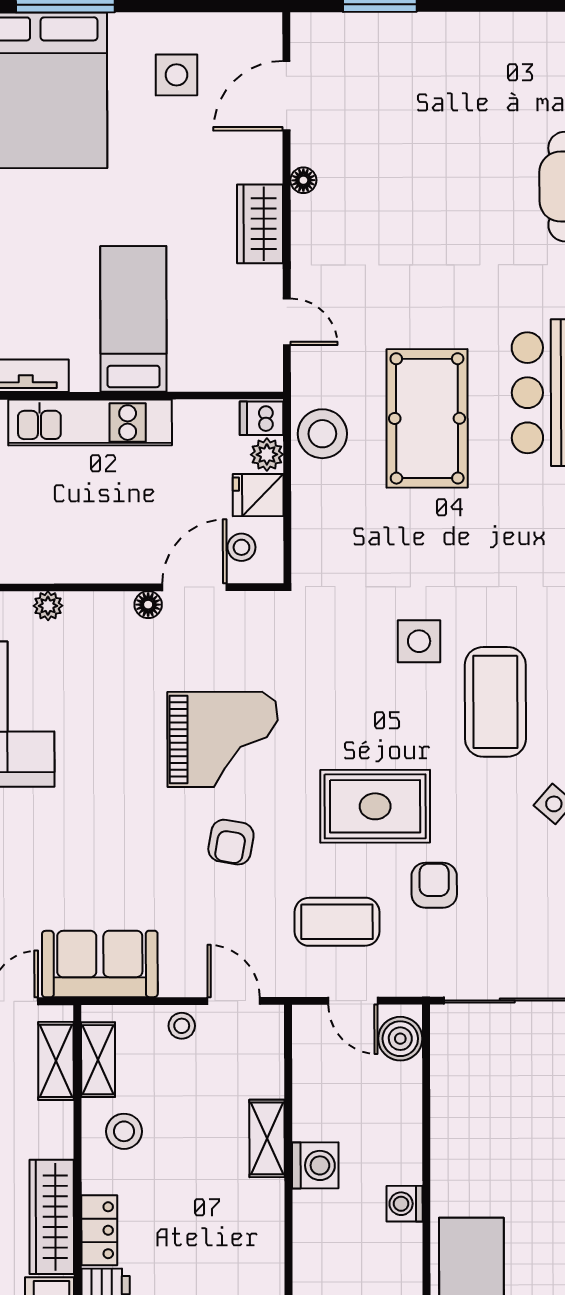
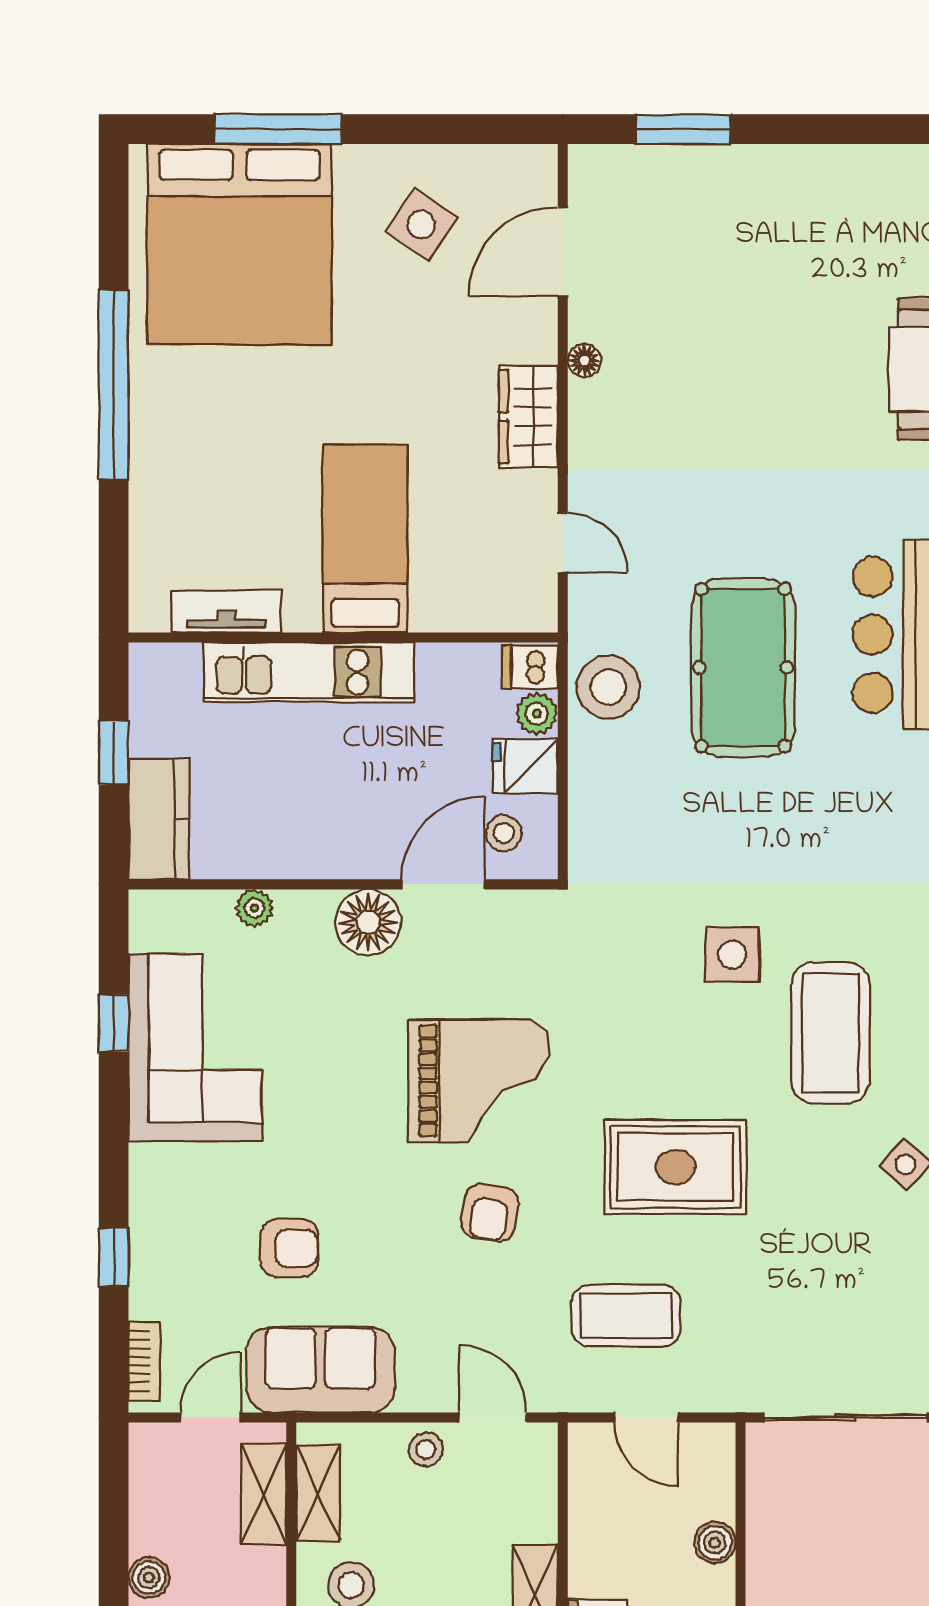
side table: (177, 75) -> (421, 224), turned 34
floor lamp: (148, 605) -> (368, 922), width x1.89, depth x1.89
armchair: (434, 885) -> (289, 1248), moved, turned 90
boiler: (400, 1039) -> (715, 1543), moved, width x0.73, depth x0.73

